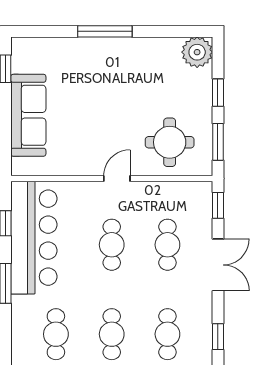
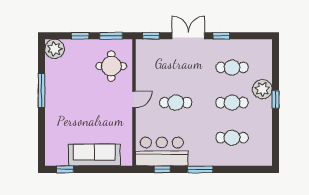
window: (105, 31) -> (42, 91), moved
door: (117, 179) -> (134, 99), swing flipped
bar counter: (34, 238) -> (162, 151), width x0.73
cafe table: (167, 245) -> (176, 67), removed
window: (218, 337) -> (221, 36), moved

